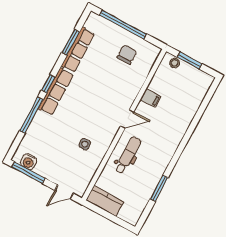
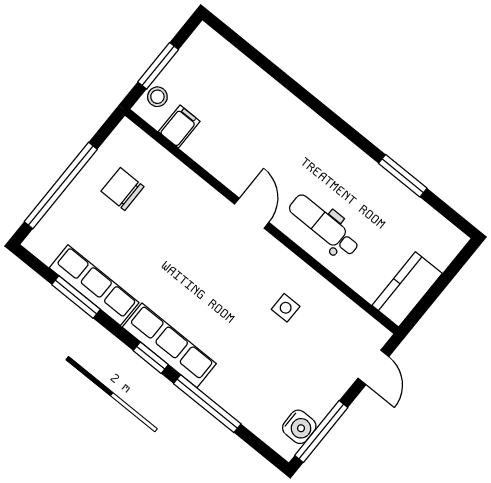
filing cabinet: (150, 98) -> (179, 127), moved

